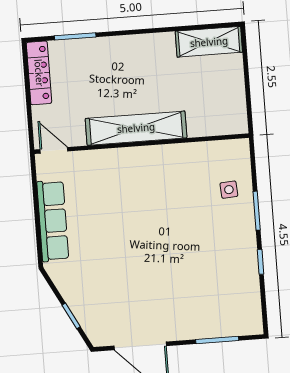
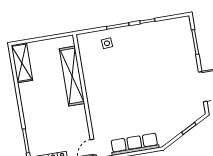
shelving: (136, 128) -> (72, 76), moved

